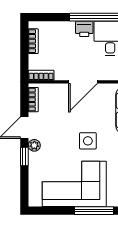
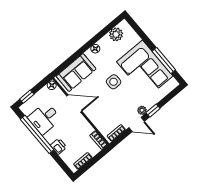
printer: (84, 29) -> (59, 146), moved
door: (83, 82) -> (74, 104), moved
window: (94, 211) -> (164, 60), moved

